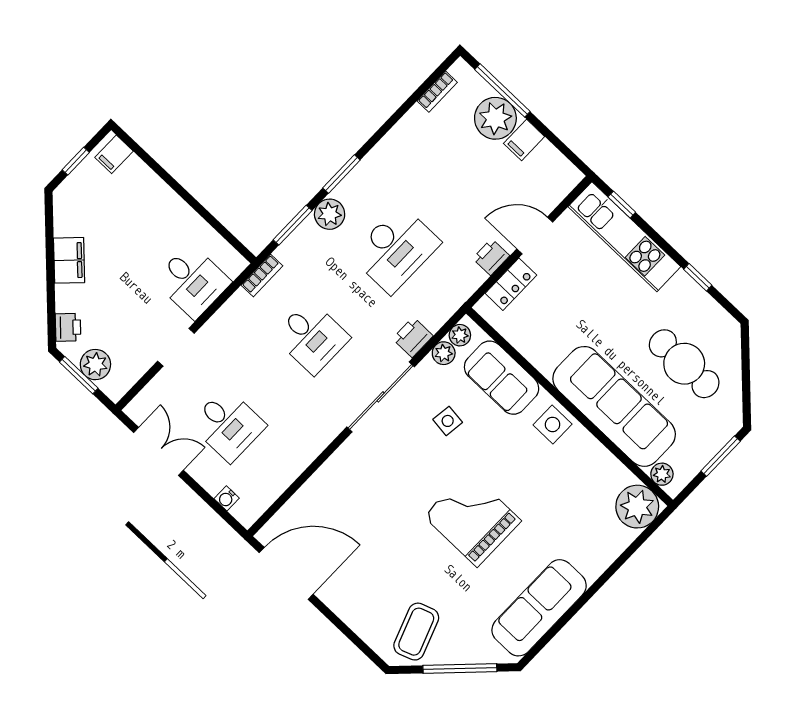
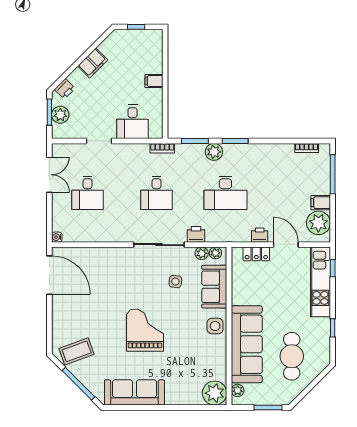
plant: (495, 118) -> (318, 223), moved
filing cabinet: (114, 154) -> (154, 81), moved
water cooler: (227, 498) -> (57, 237), moved

